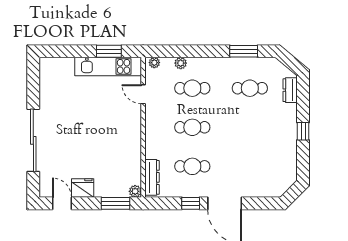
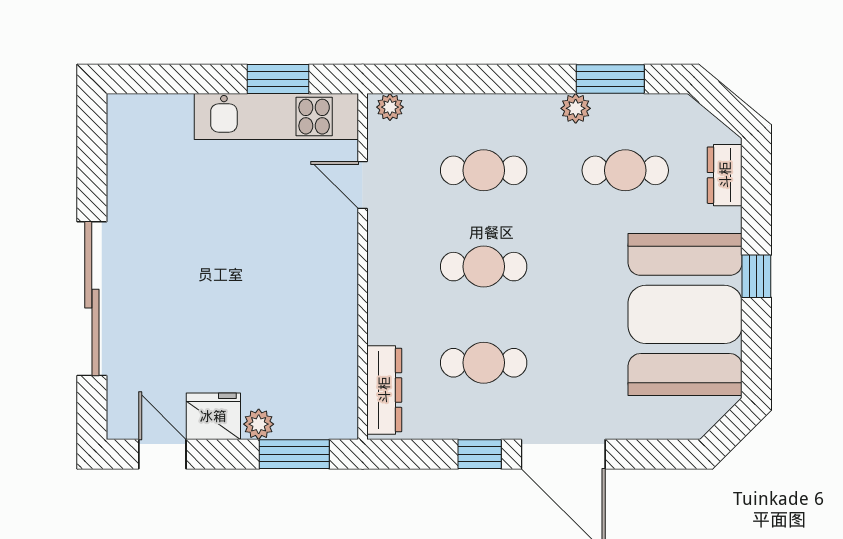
plant: (181, 63) -> (576, 108), moved
booth: (274, 147) -> (685, 314), added
plant: (135, 191) -> (259, 424), moved

